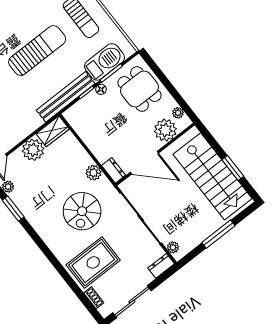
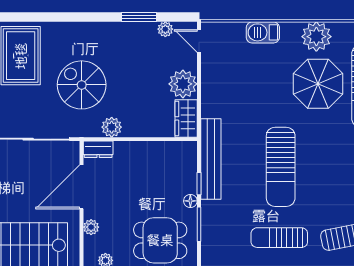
barbecue: (105, 62) -> (215, 226), removed
plant: (165, 130) -> (91, 227), width x0.53, depth x0.53

